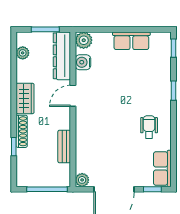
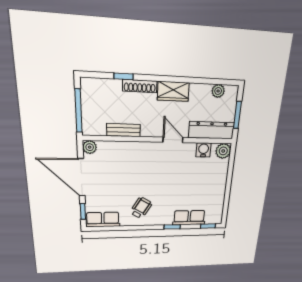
row of seats: (131, 41) -> (189, 218), moved, turned 90
wheelchair: (149, 127) -> (141, 208), turned -59

